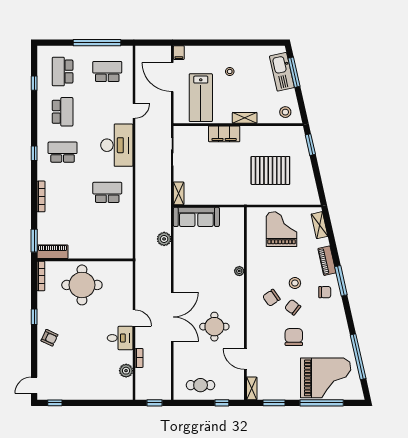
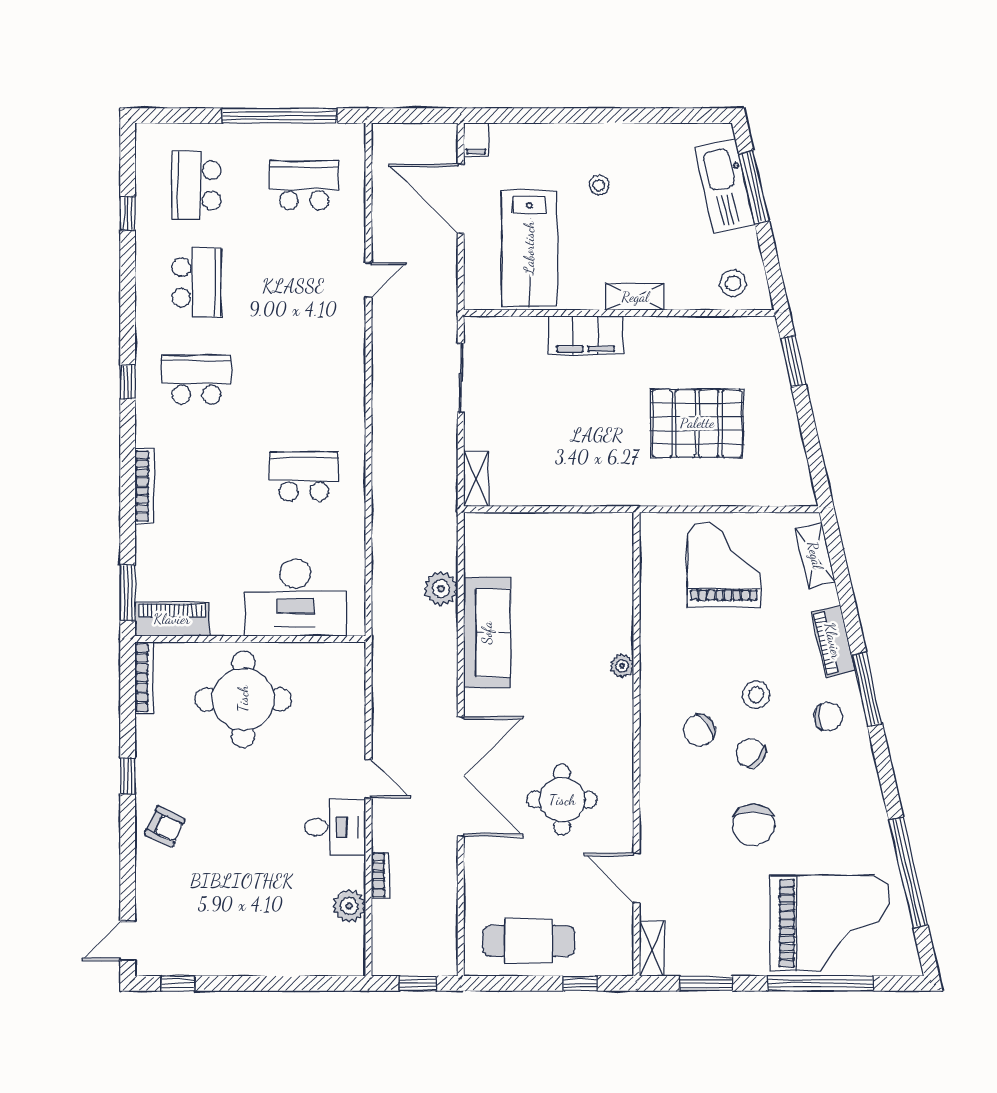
desk: (117, 145) -> (295, 598), moved, turned 90
sofa: (196, 217) -> (487, 633), moved, turned -90
chair: (294, 337) -> (753, 825), turned 180
cafe table: (201, 385) -> (529, 941), width x1.37, depth x1.35

